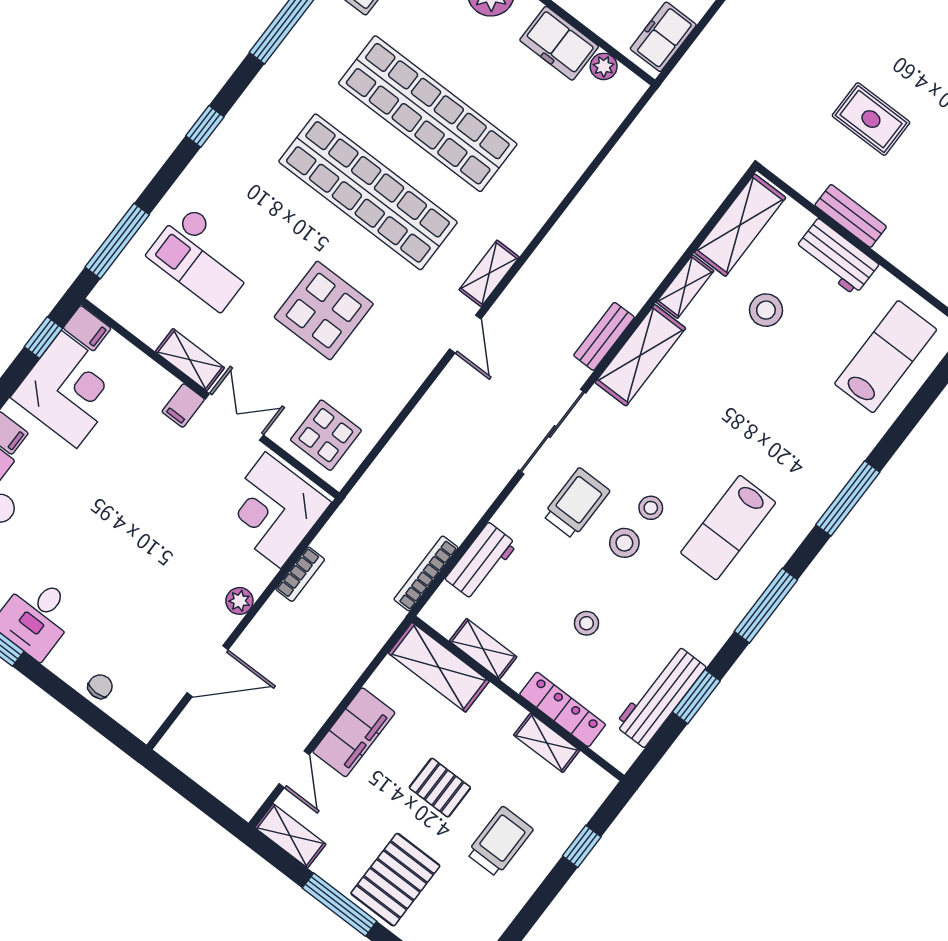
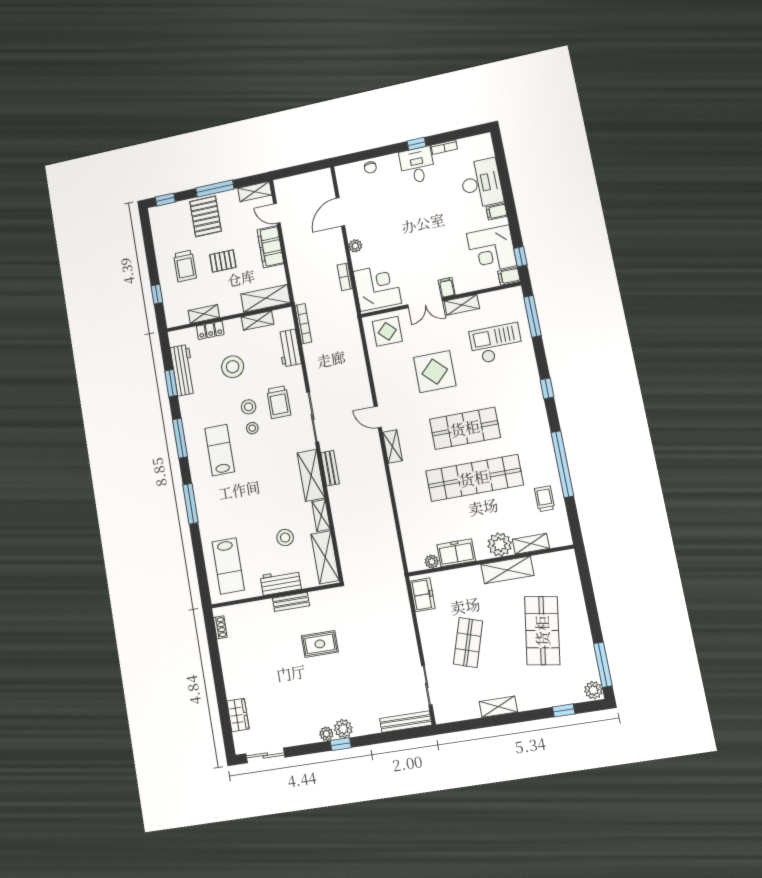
shop shelf: (368, 192) -> (465, 428), width x0.71
stool: (586, 623) -> (233, 367), width x1.89, depth x1.89
locker: (563, 709) -> (210, 330), width x0.66

